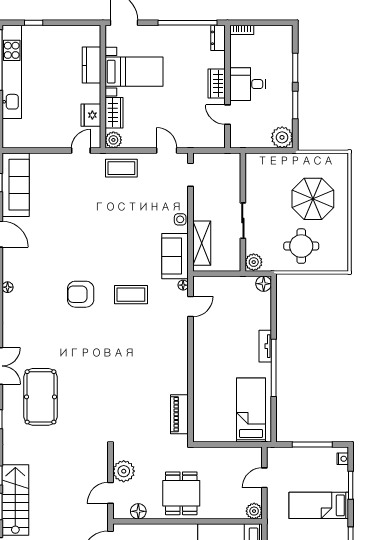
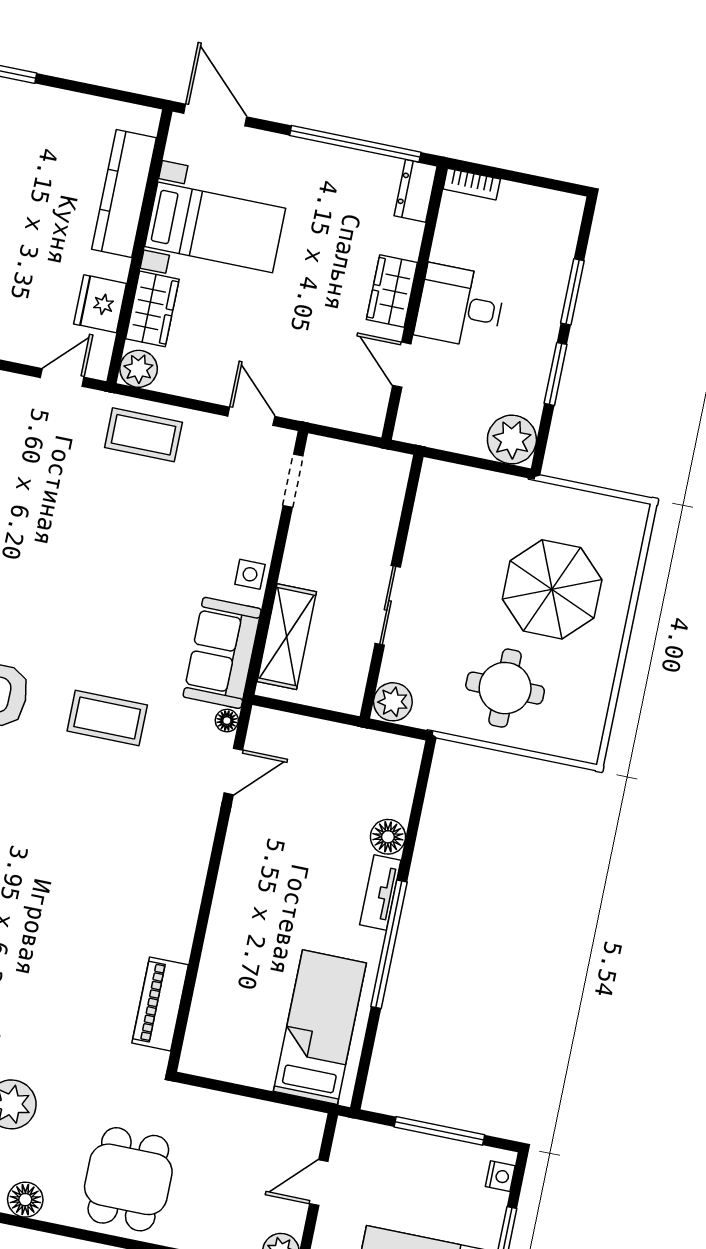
kitchen counter: (91, 65) -> (124, 194), width x1.50
floor lamp: (264, 284) -> (388, 837), moved

